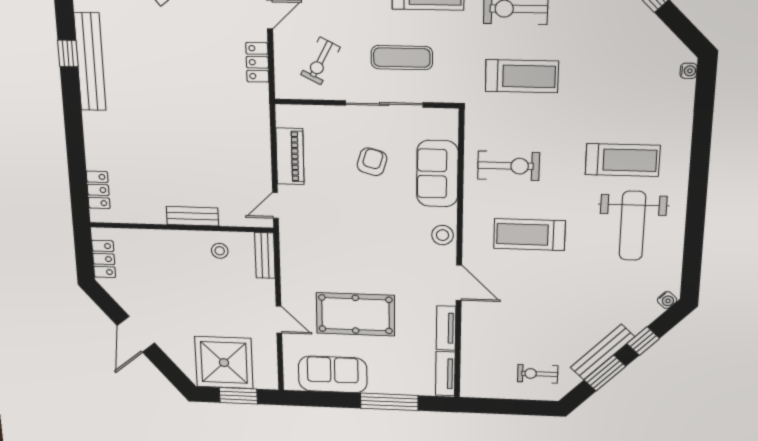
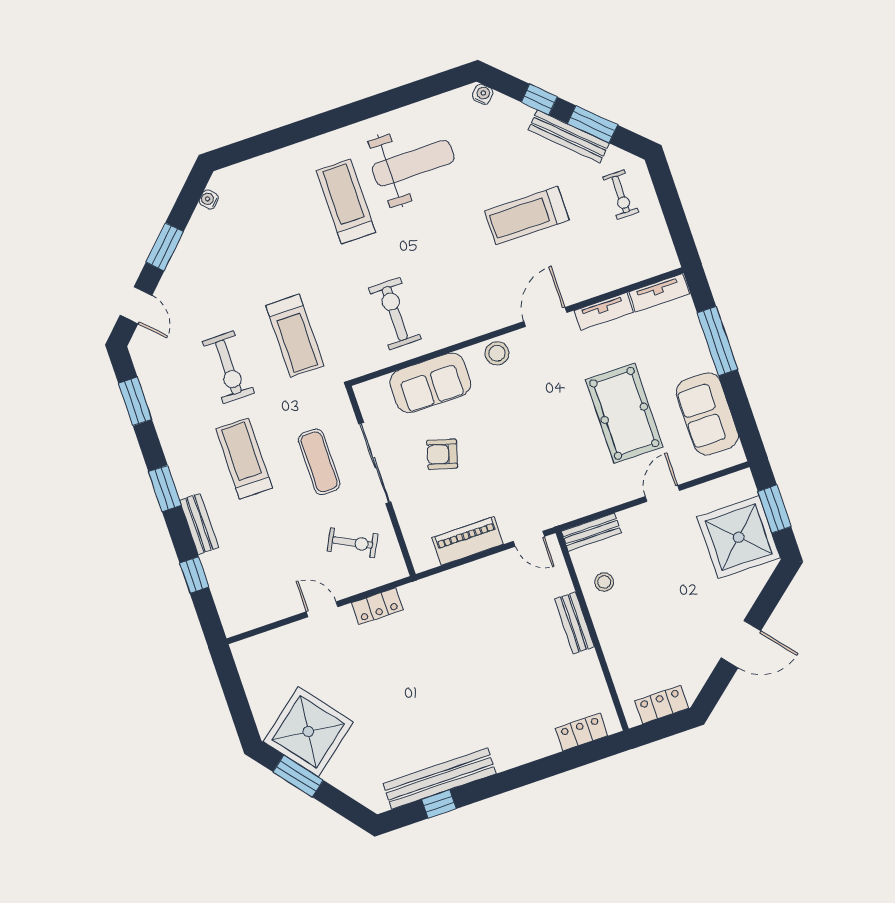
water cooler: (689, 71) -> (209, 199), moved, turned -45
treadmill: (522, 76) -> (295, 336), turned 180
treadmill: (529, 235) -> (527, 216), moved, turned 90

